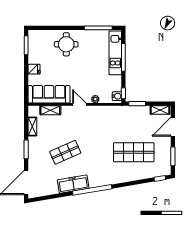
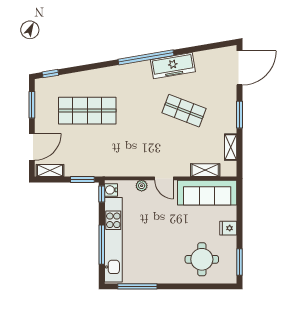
round table: (66, 44) -> (202, 259), moved
kitchen unit: (115, 53) -> (113, 240), width x1.36
shop shelf: (65, 152) -> (184, 111), turned 45

